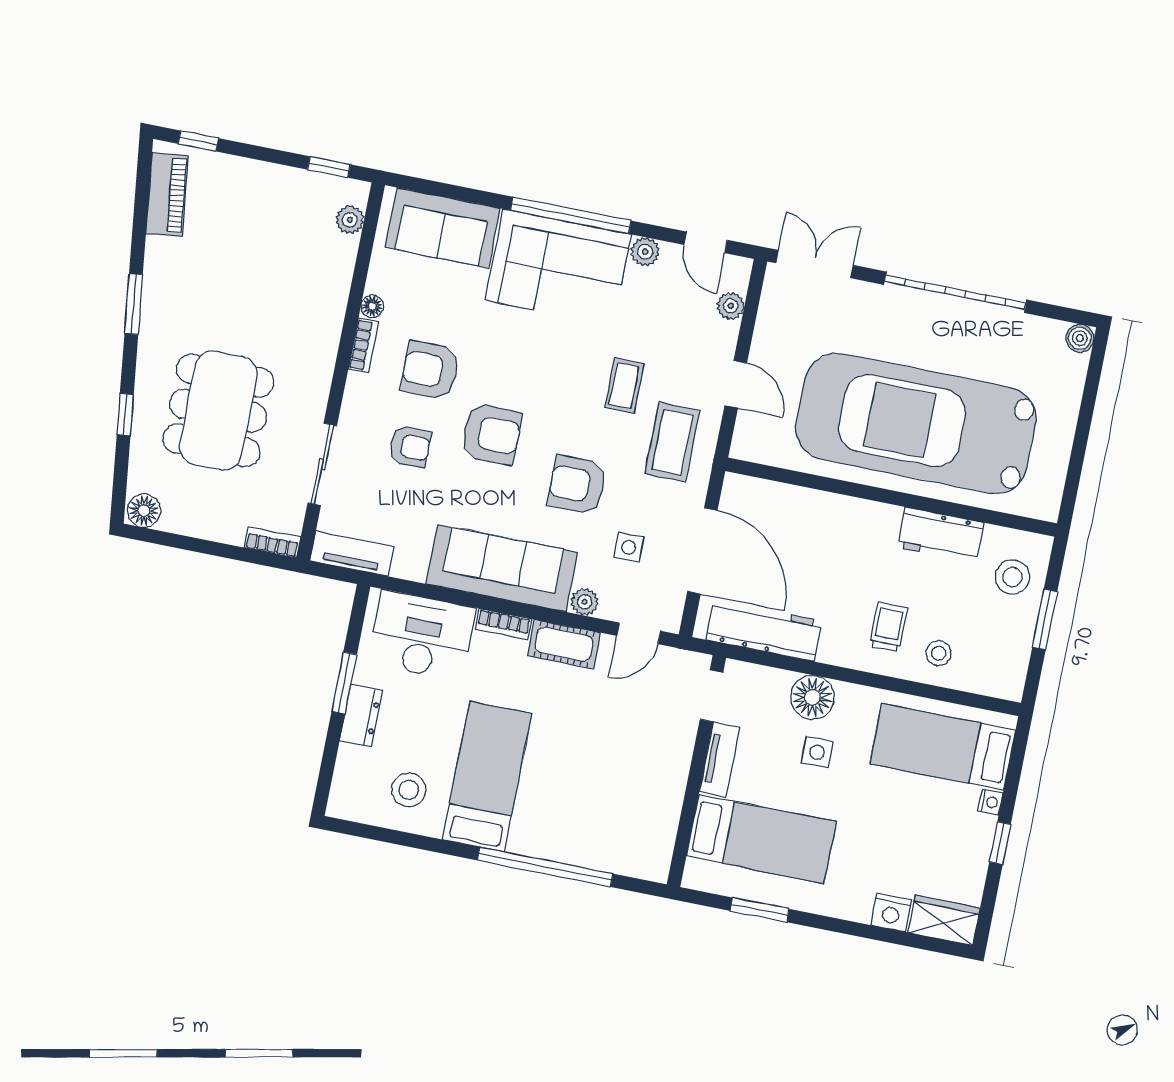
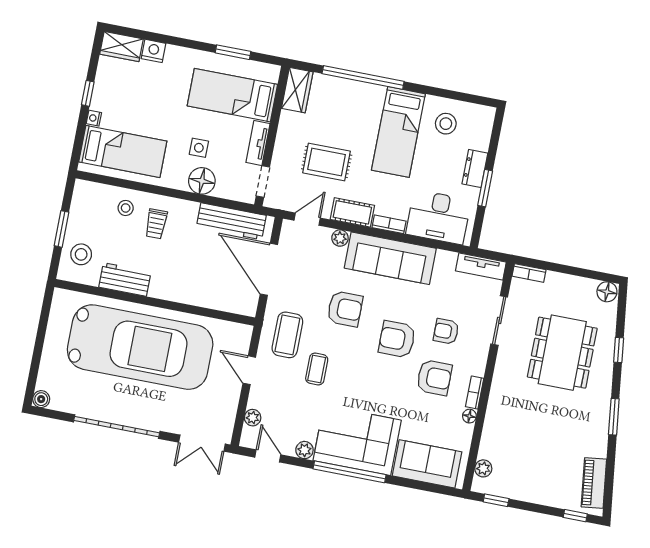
side table: (629, 547) -> (313, 271), removed
rug: (606, 728) -> (327, 162), added
wardrobe: (654, 847) -> (297, 90), added

